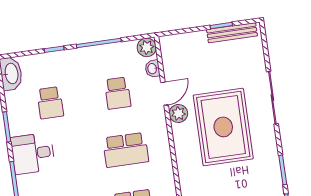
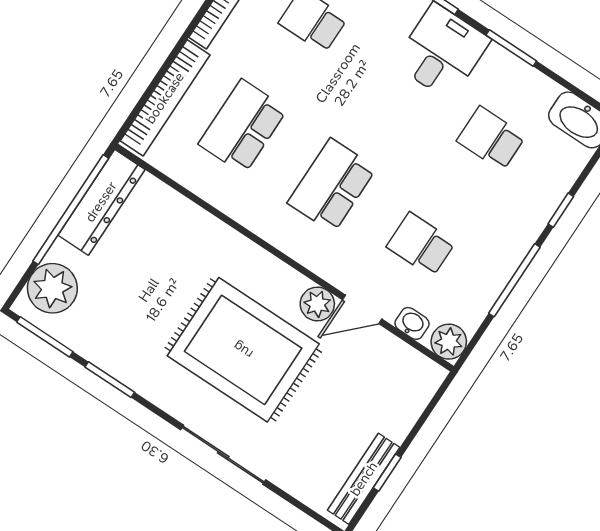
door: (165, 94) -> (362, 309), hinge flipped

